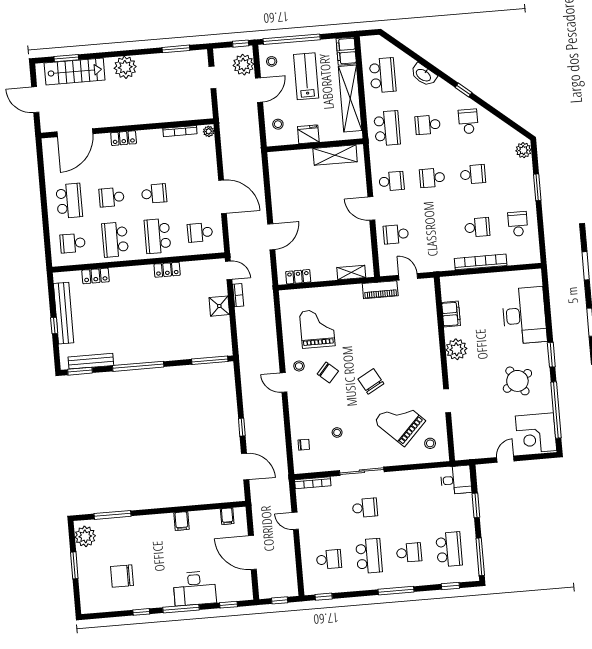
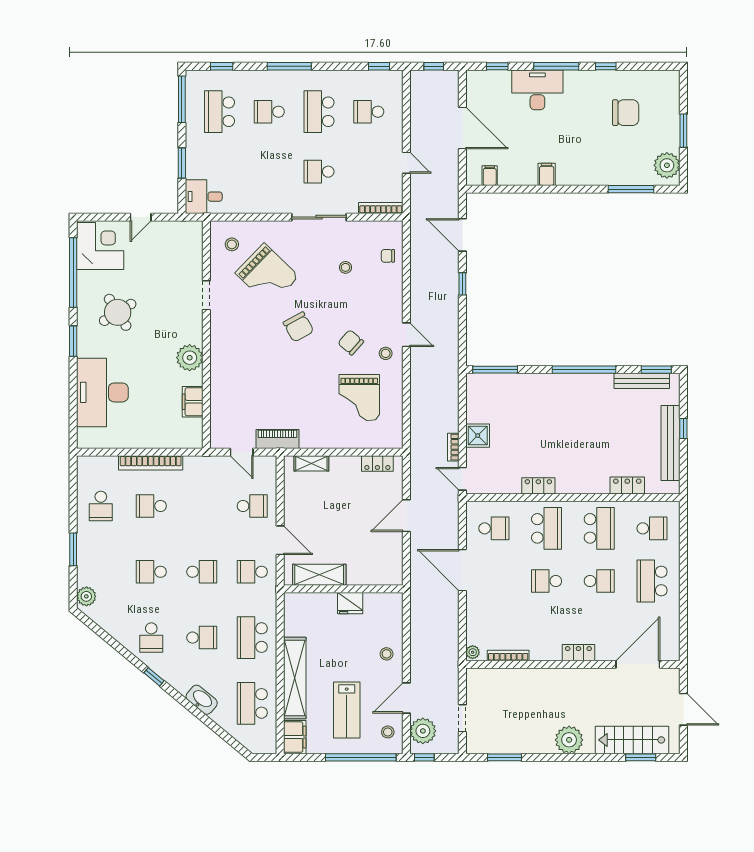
fridge: (308, 134) -> (350, 603), moved
wall: (315, 145) -> (343, 589), moved
shelving: (335, 155) -> (319, 575), moved

